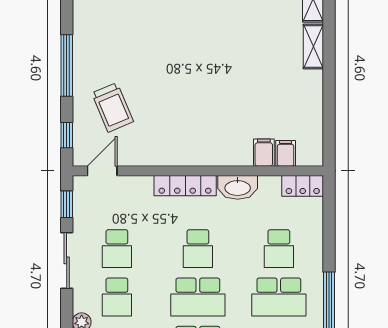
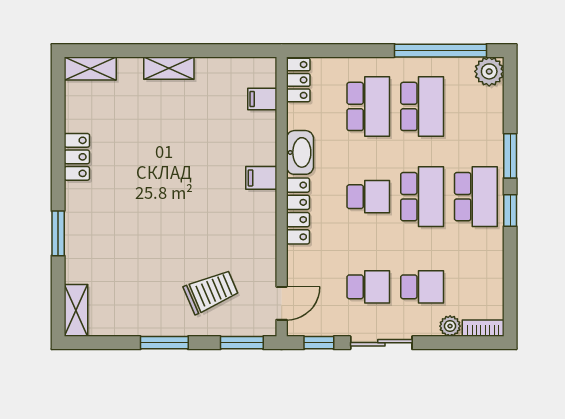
shelving: (313, 46) -> (169, 68), moved
window: (67, 65) -> (164, 343), width x0.69
window: (67, 135) -> (242, 343), width x1.50
filing cabinet: (264, 153) -> (261, 178), moved
door: (102, 171) -> (282, 303), swing flipped
school desk: (279, 249) -> (368, 106), width x1.85

